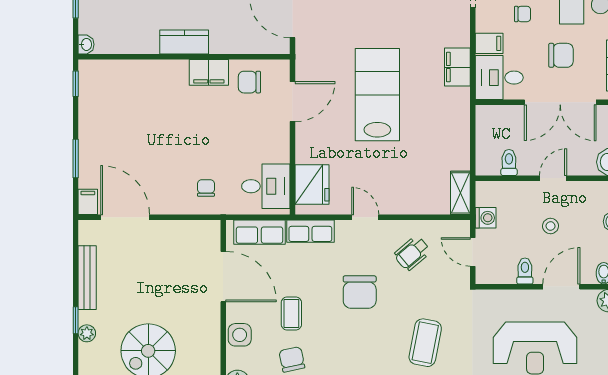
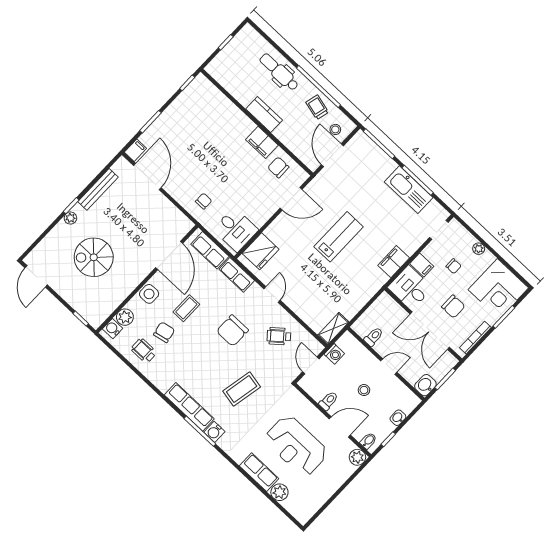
washbasin: (86, 44) -> (212, 68), removed
lab bench: (377, 95) -> (339, 237), width x0.73, depth x0.72

